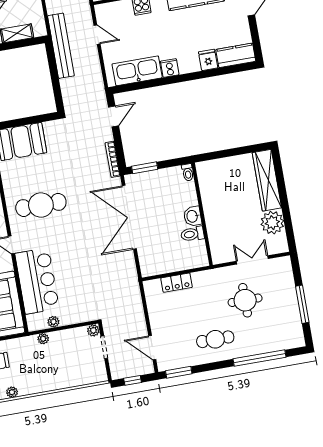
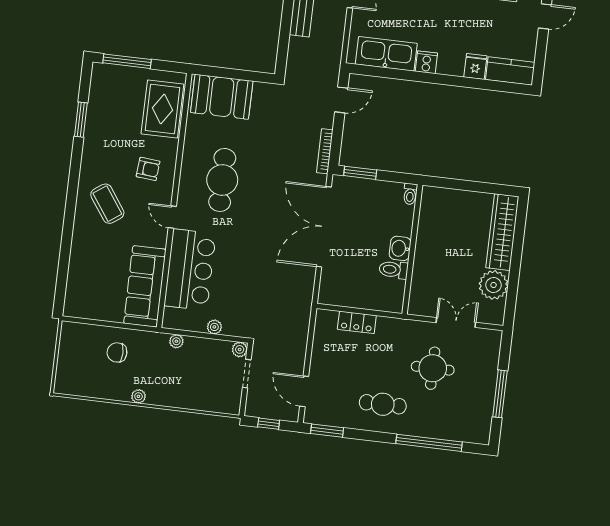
cafe table: (41, 205) -> (222, 180), turned 90
plant: (53, 322) -> (214, 327), moved
plant: (12, 392) -> (138, 396), moved

